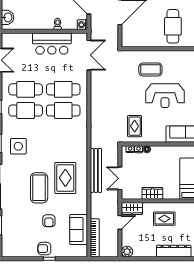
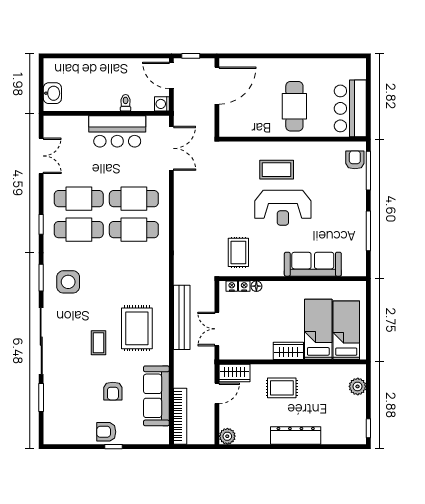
coffee table: (150, 69) -> (277, 170), moved
coffee table: (39, 188) -> (99, 343), width x0.54, depth x0.58
wardrobe: (152, 193) -> (288, 351), moved
sofa: (79, 230) -> (156, 396), width x1.36

